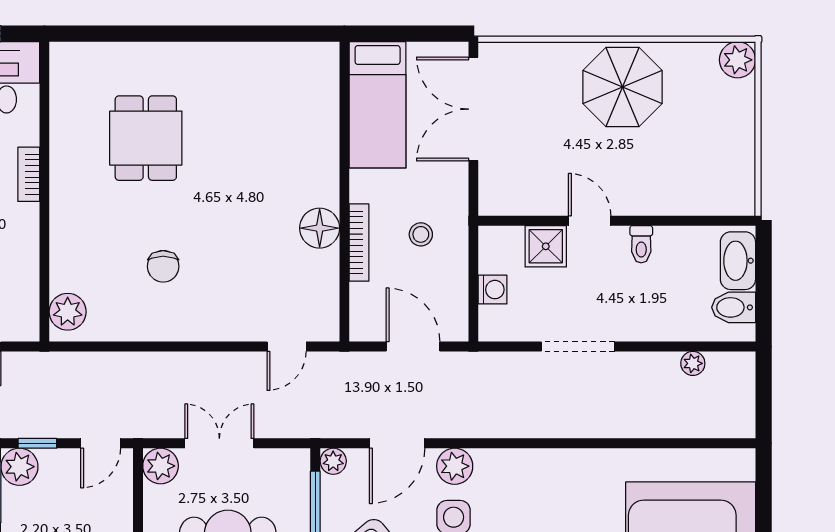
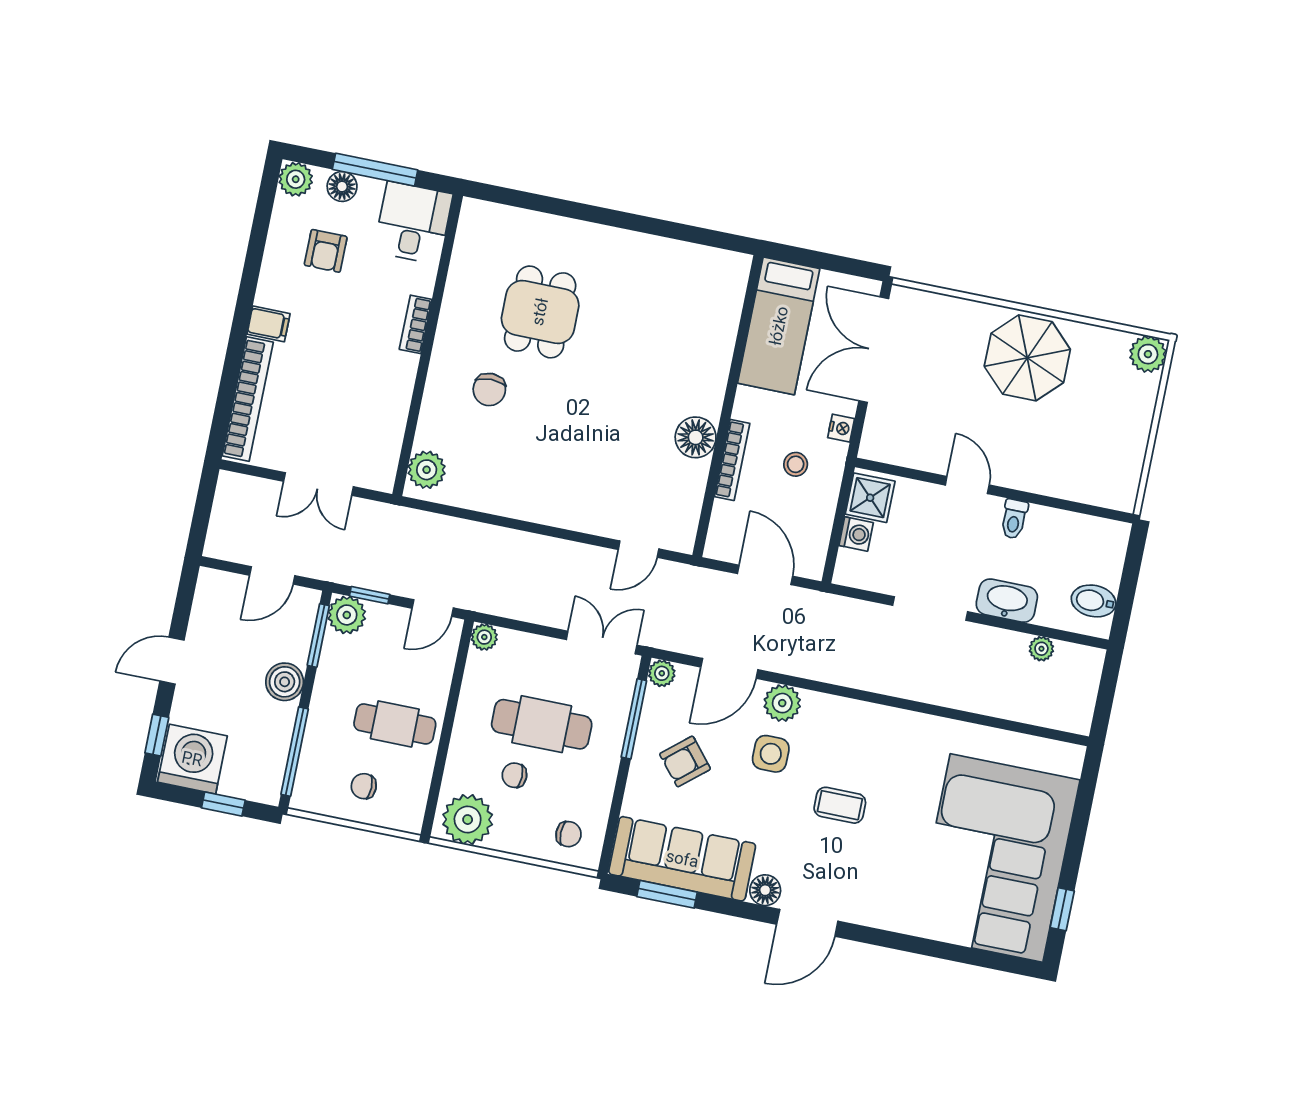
nightstand: (457, 191) -> (841, 428), added
shower: (546, 246) -> (870, 498), moved
washbasin: (738, 261) -> (1007, 601), moved, turned 90
chair: (163, 266) -> (489, 390), moved
double door: (219, 443) -> (602, 642), moved
plant: (161, 466) -> (484, 637), width x0.73, depth x0.73

